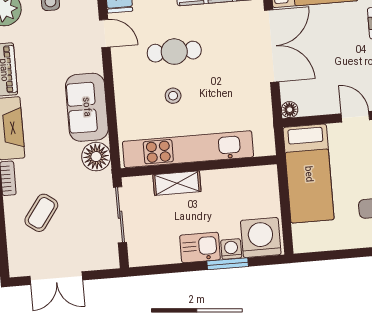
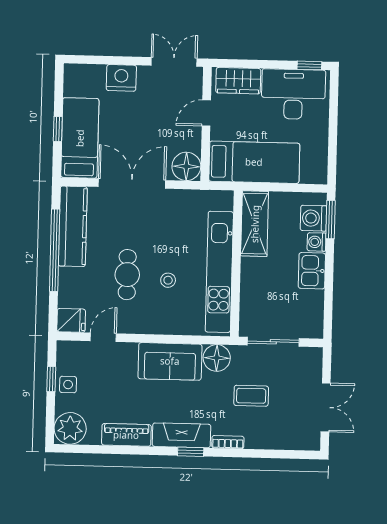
floor lamp: (290, 110) -> (186, 166), width x1.89, depth x1.89
shelving: (177, 183) -> (255, 224), moved, width x1.50, depth x1.33
coffee table: (41, 213) -> (251, 396), moved, turned -36
washing machine: (261, 238) -> (313, 218), width x0.73, depth x0.73
window: (228, 264) -> (331, 220), moved

